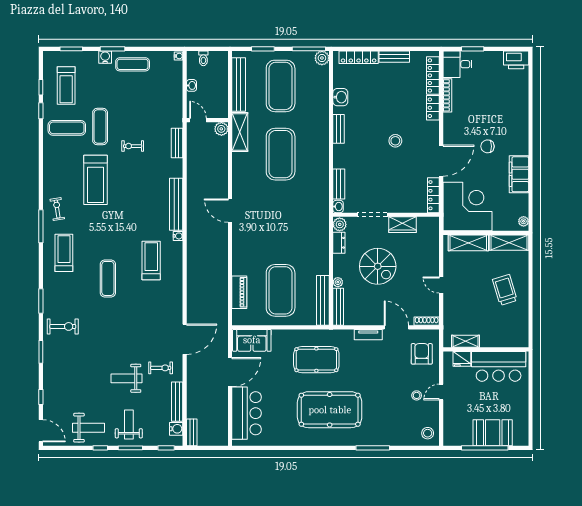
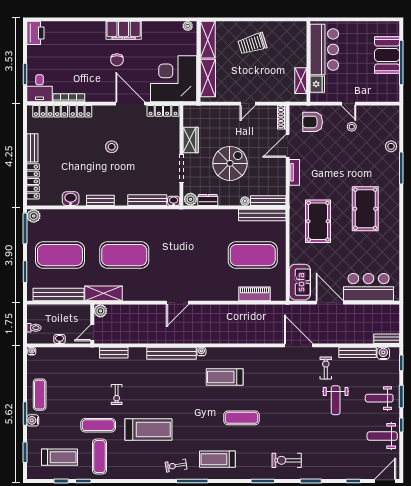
filing cabinet: (519, 174) -> (124, 30), moved
bench: (339, 184) -> (147, 200), width x1.36
exercise bike: (63, 326) -> (287, 460), turned -90
pool table: (330, 410) -> (365, 209), width x0.73, depth x0.76
weight bench: (89, 428) -> (382, 436), turned -90
stool: (428, 433) -> (391, 146), moved

